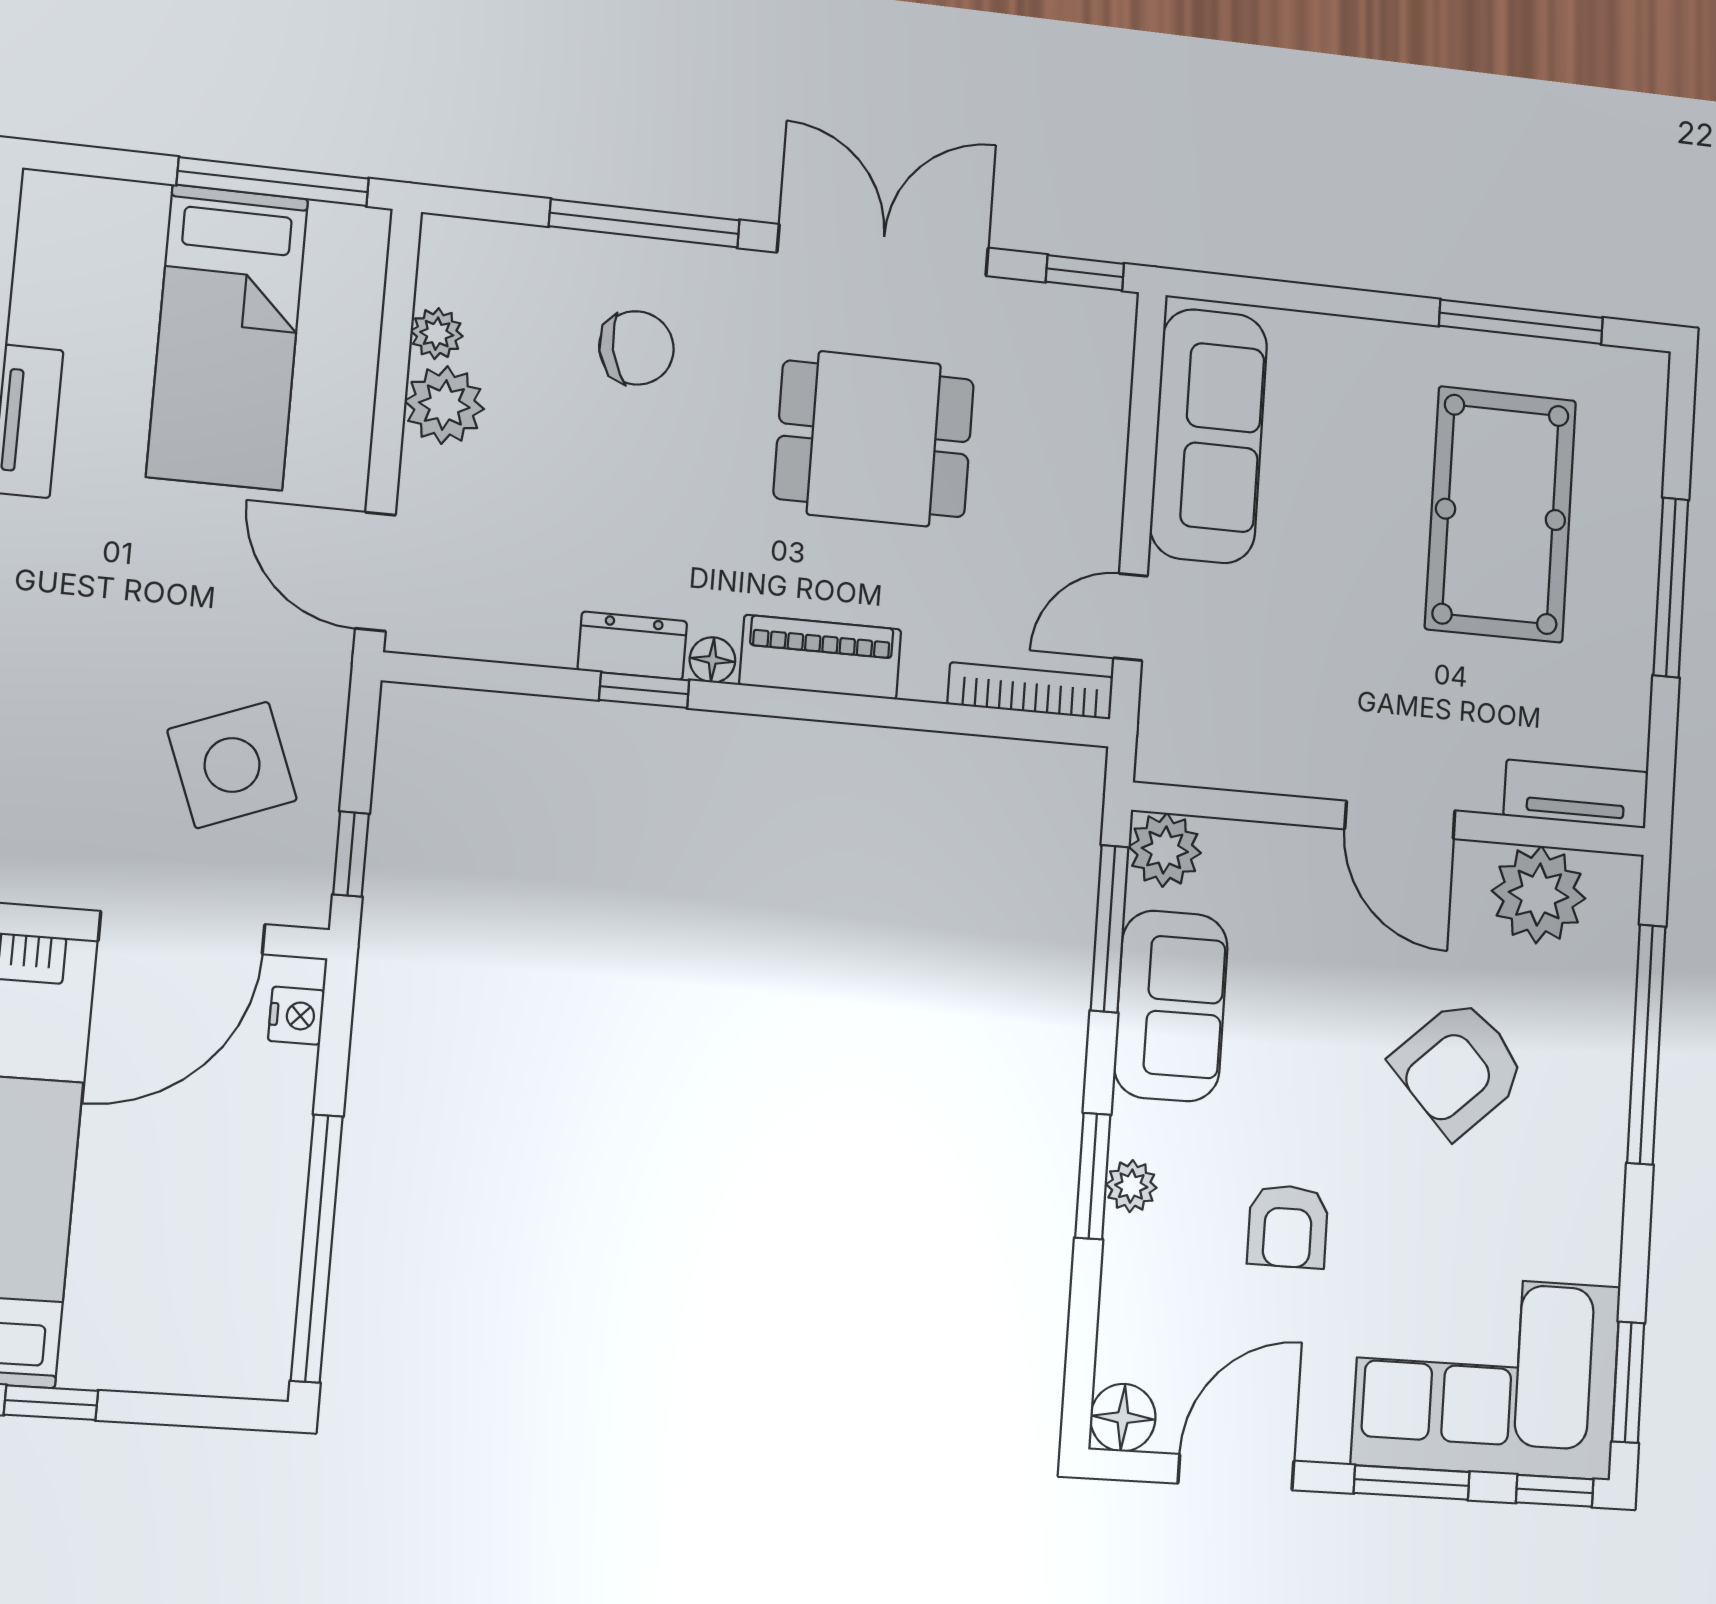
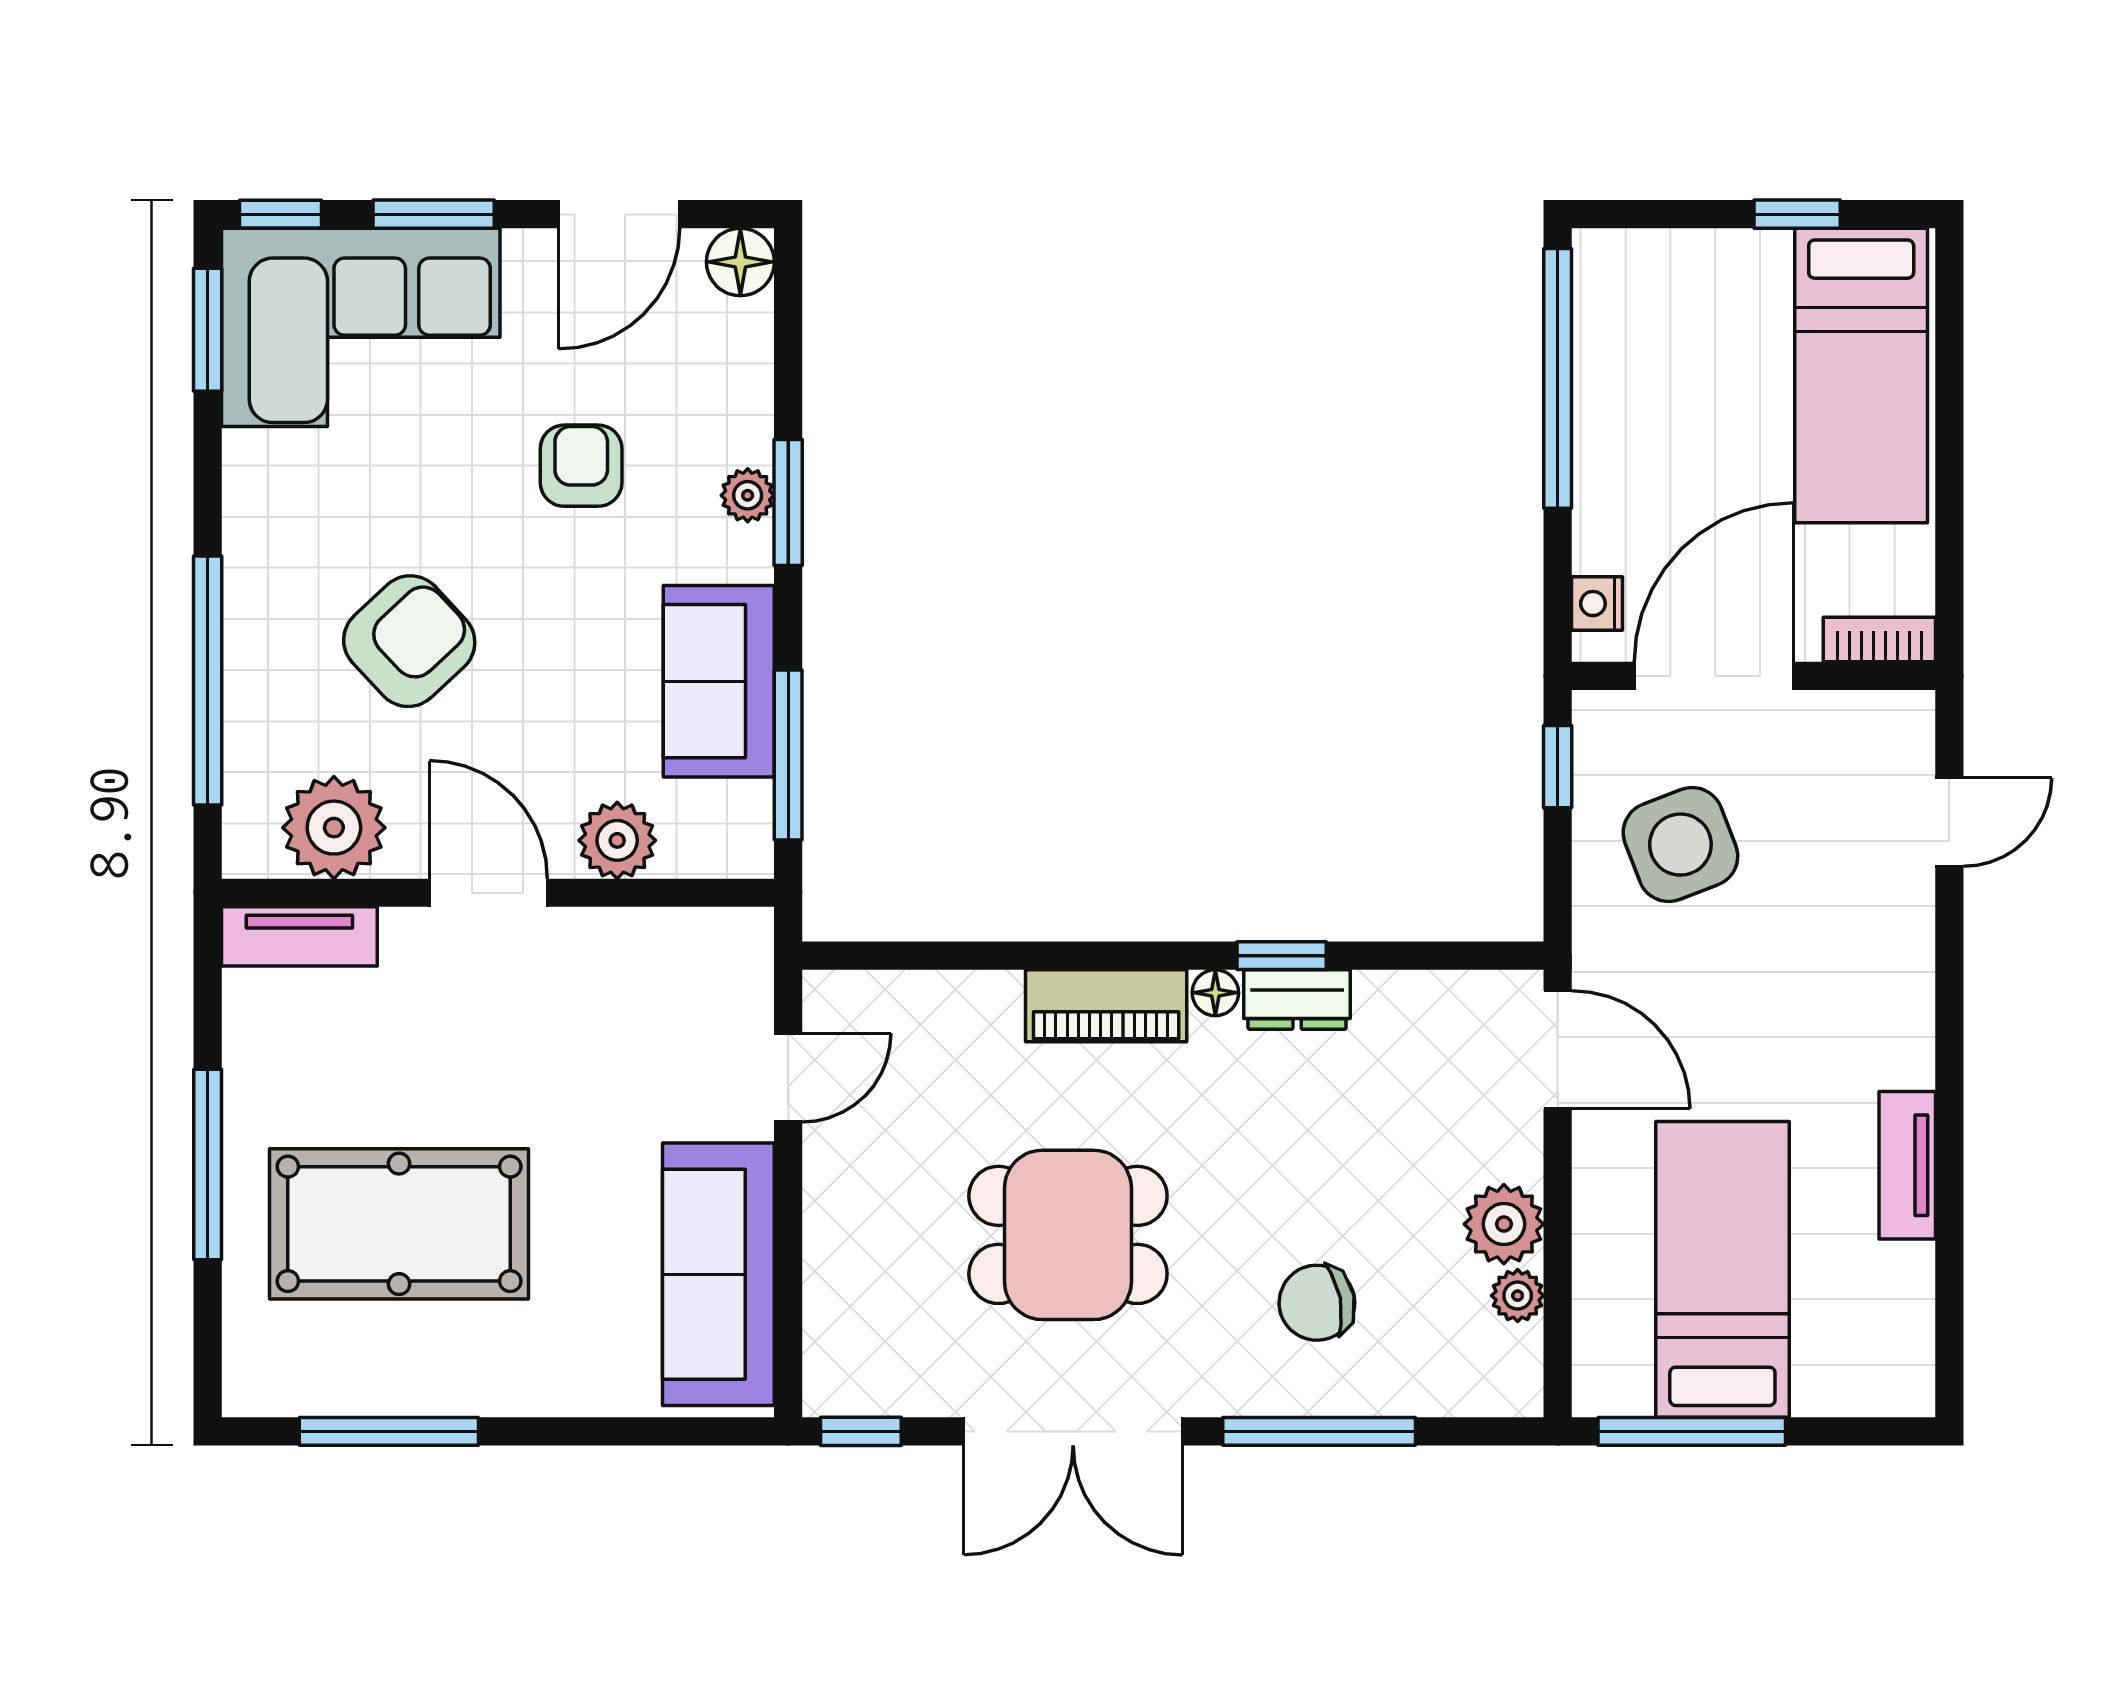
pool table: (1501, 514) -> (399, 1224), turned 90
bookcase: (1030, 691) -> (887, 992), removed
plant: (1165, 850) -> (617, 840), moved

